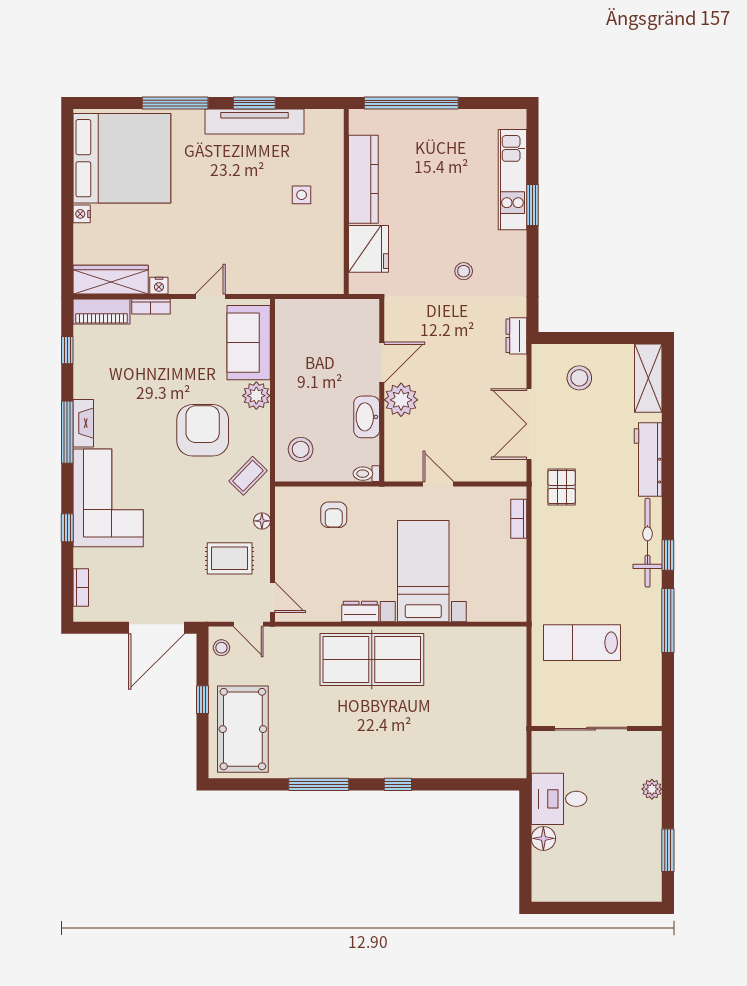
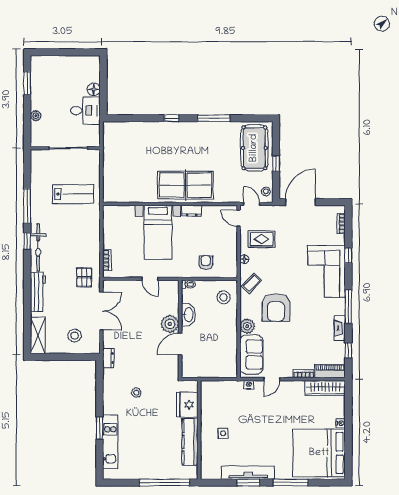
nightstand: (159, 286) -> (249, 385), moved
fireplace: (83, 423) -> (340, 328), moved

